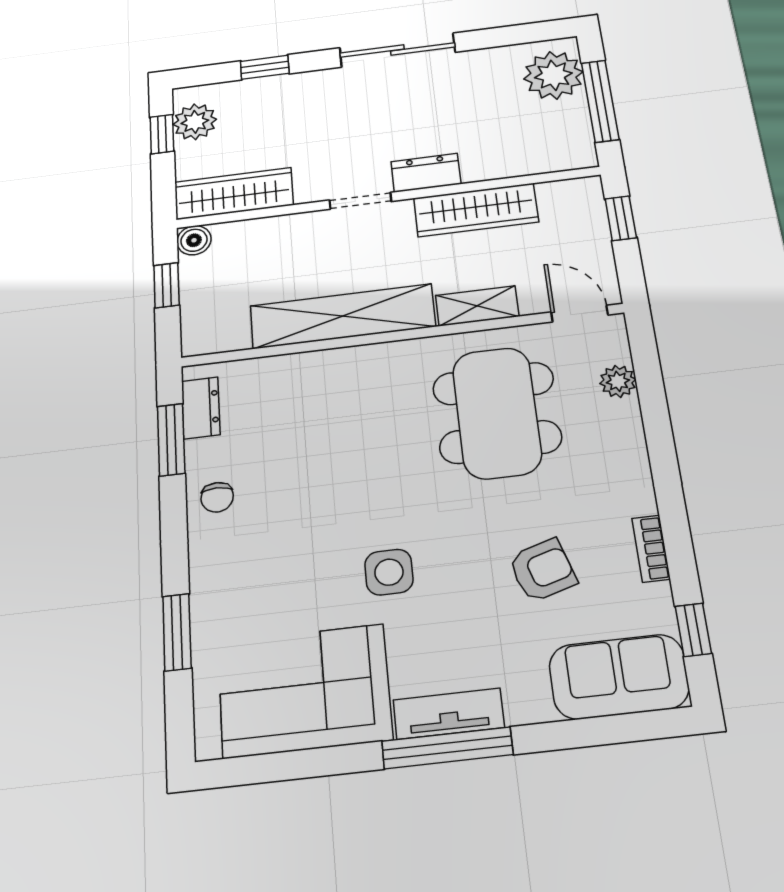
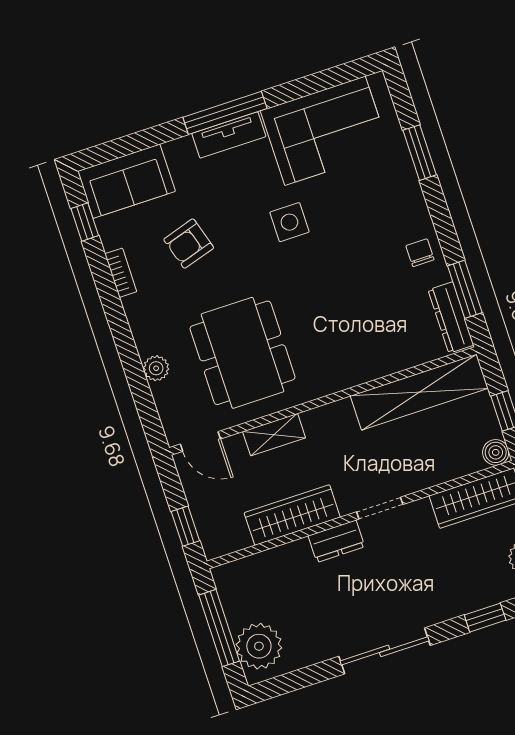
shelving: (342, 316) -> (419, 392), moved
plant: (618, 381) -> (156, 368), moved
dresser: (201, 408) -> (451, 317), width x1.44

